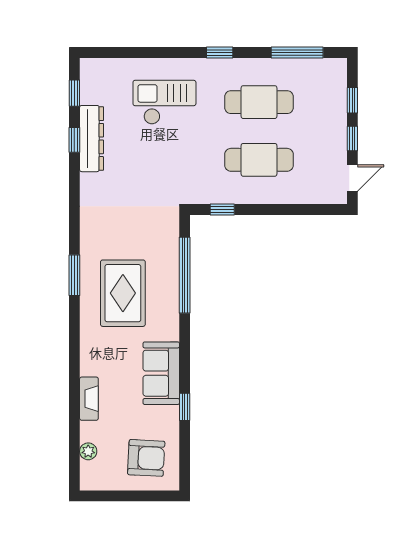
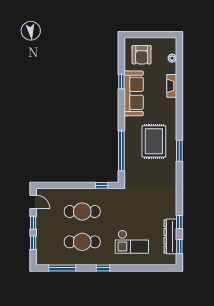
dresser: (92, 139) -> (170, 236), moved
door: (352, 178) -> (33, 202), swing flipped
sofa: (161, 373) -> (134, 93), width x1.36
armchair: (146, 458) -> (142, 55), turned -93

